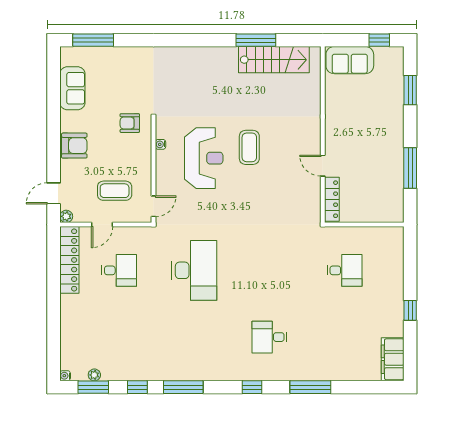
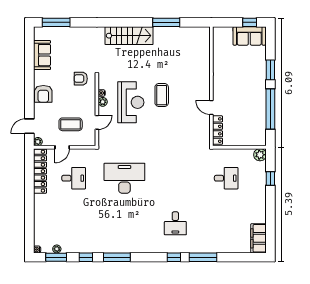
stairs: (274, 60) -> (129, 36), moved
sofa: (350, 60) -> (249, 36), moved
window: (410, 90) -> (270, 70), moved
armchair: (74, 146) -> (43, 94), turned 90
plant: (162, 157) -> (103, 102), added
window: (410, 168) -> (270, 109), width x1.46
door: (154, 206) -> (97, 122), moved
plant: (395, 236) -> (260, 155), added
desk: (194, 270) -> (124, 178), turned -90
window: (410, 310) -> (270, 178), moved
desk: (269, 337) -> (175, 223), turned -90
window: (252, 387) -> (174, 257), moved

